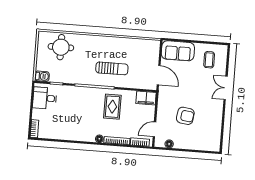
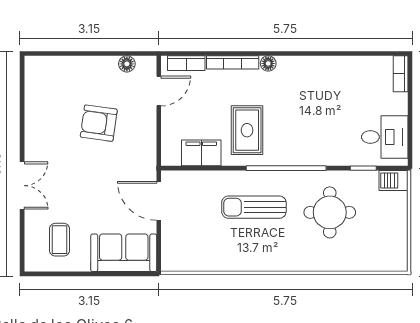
round table: (61, 47) -> (330, 212), moved
filing cabinet: (146, 98) -> (201, 153), moved

